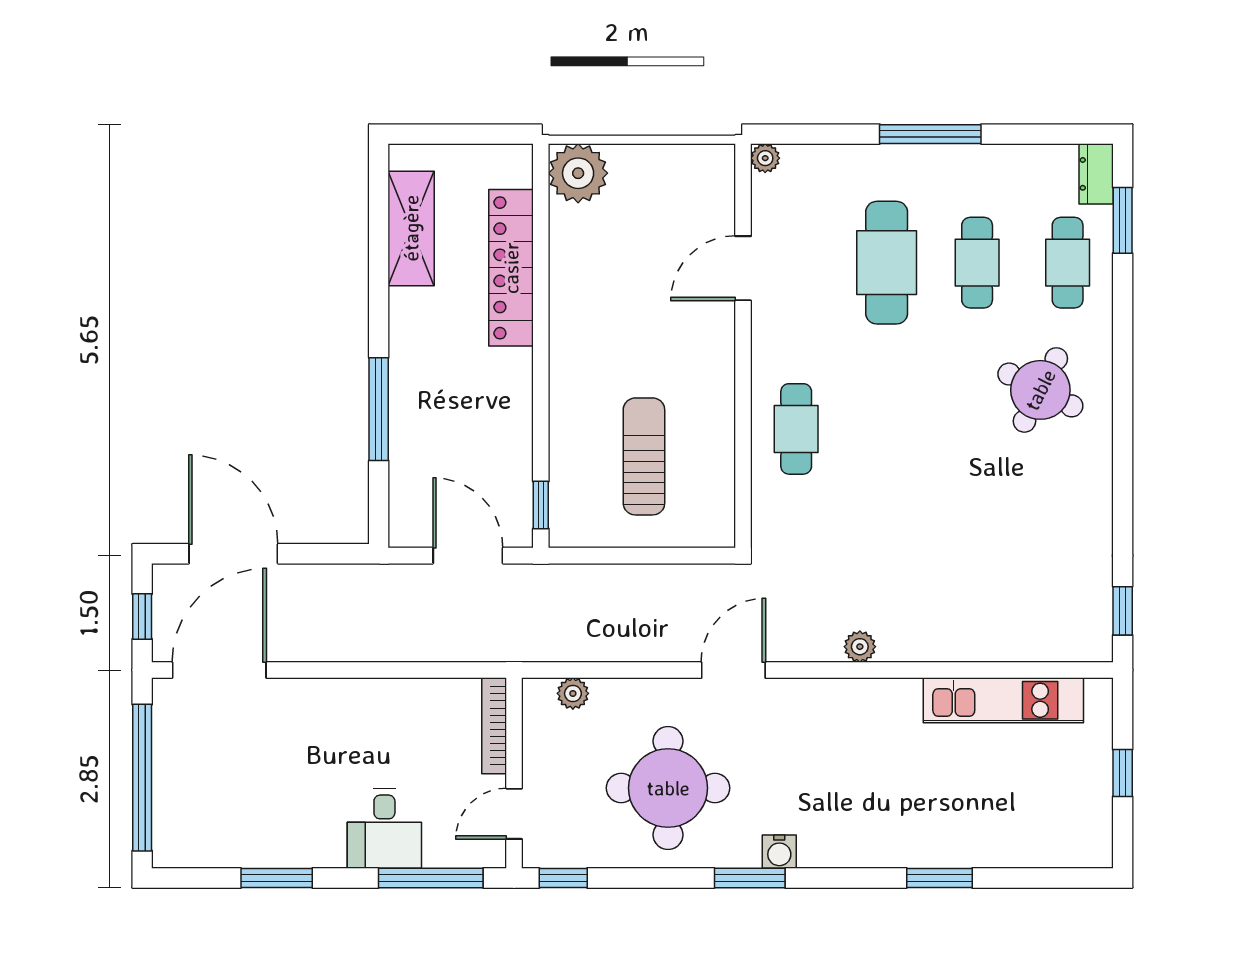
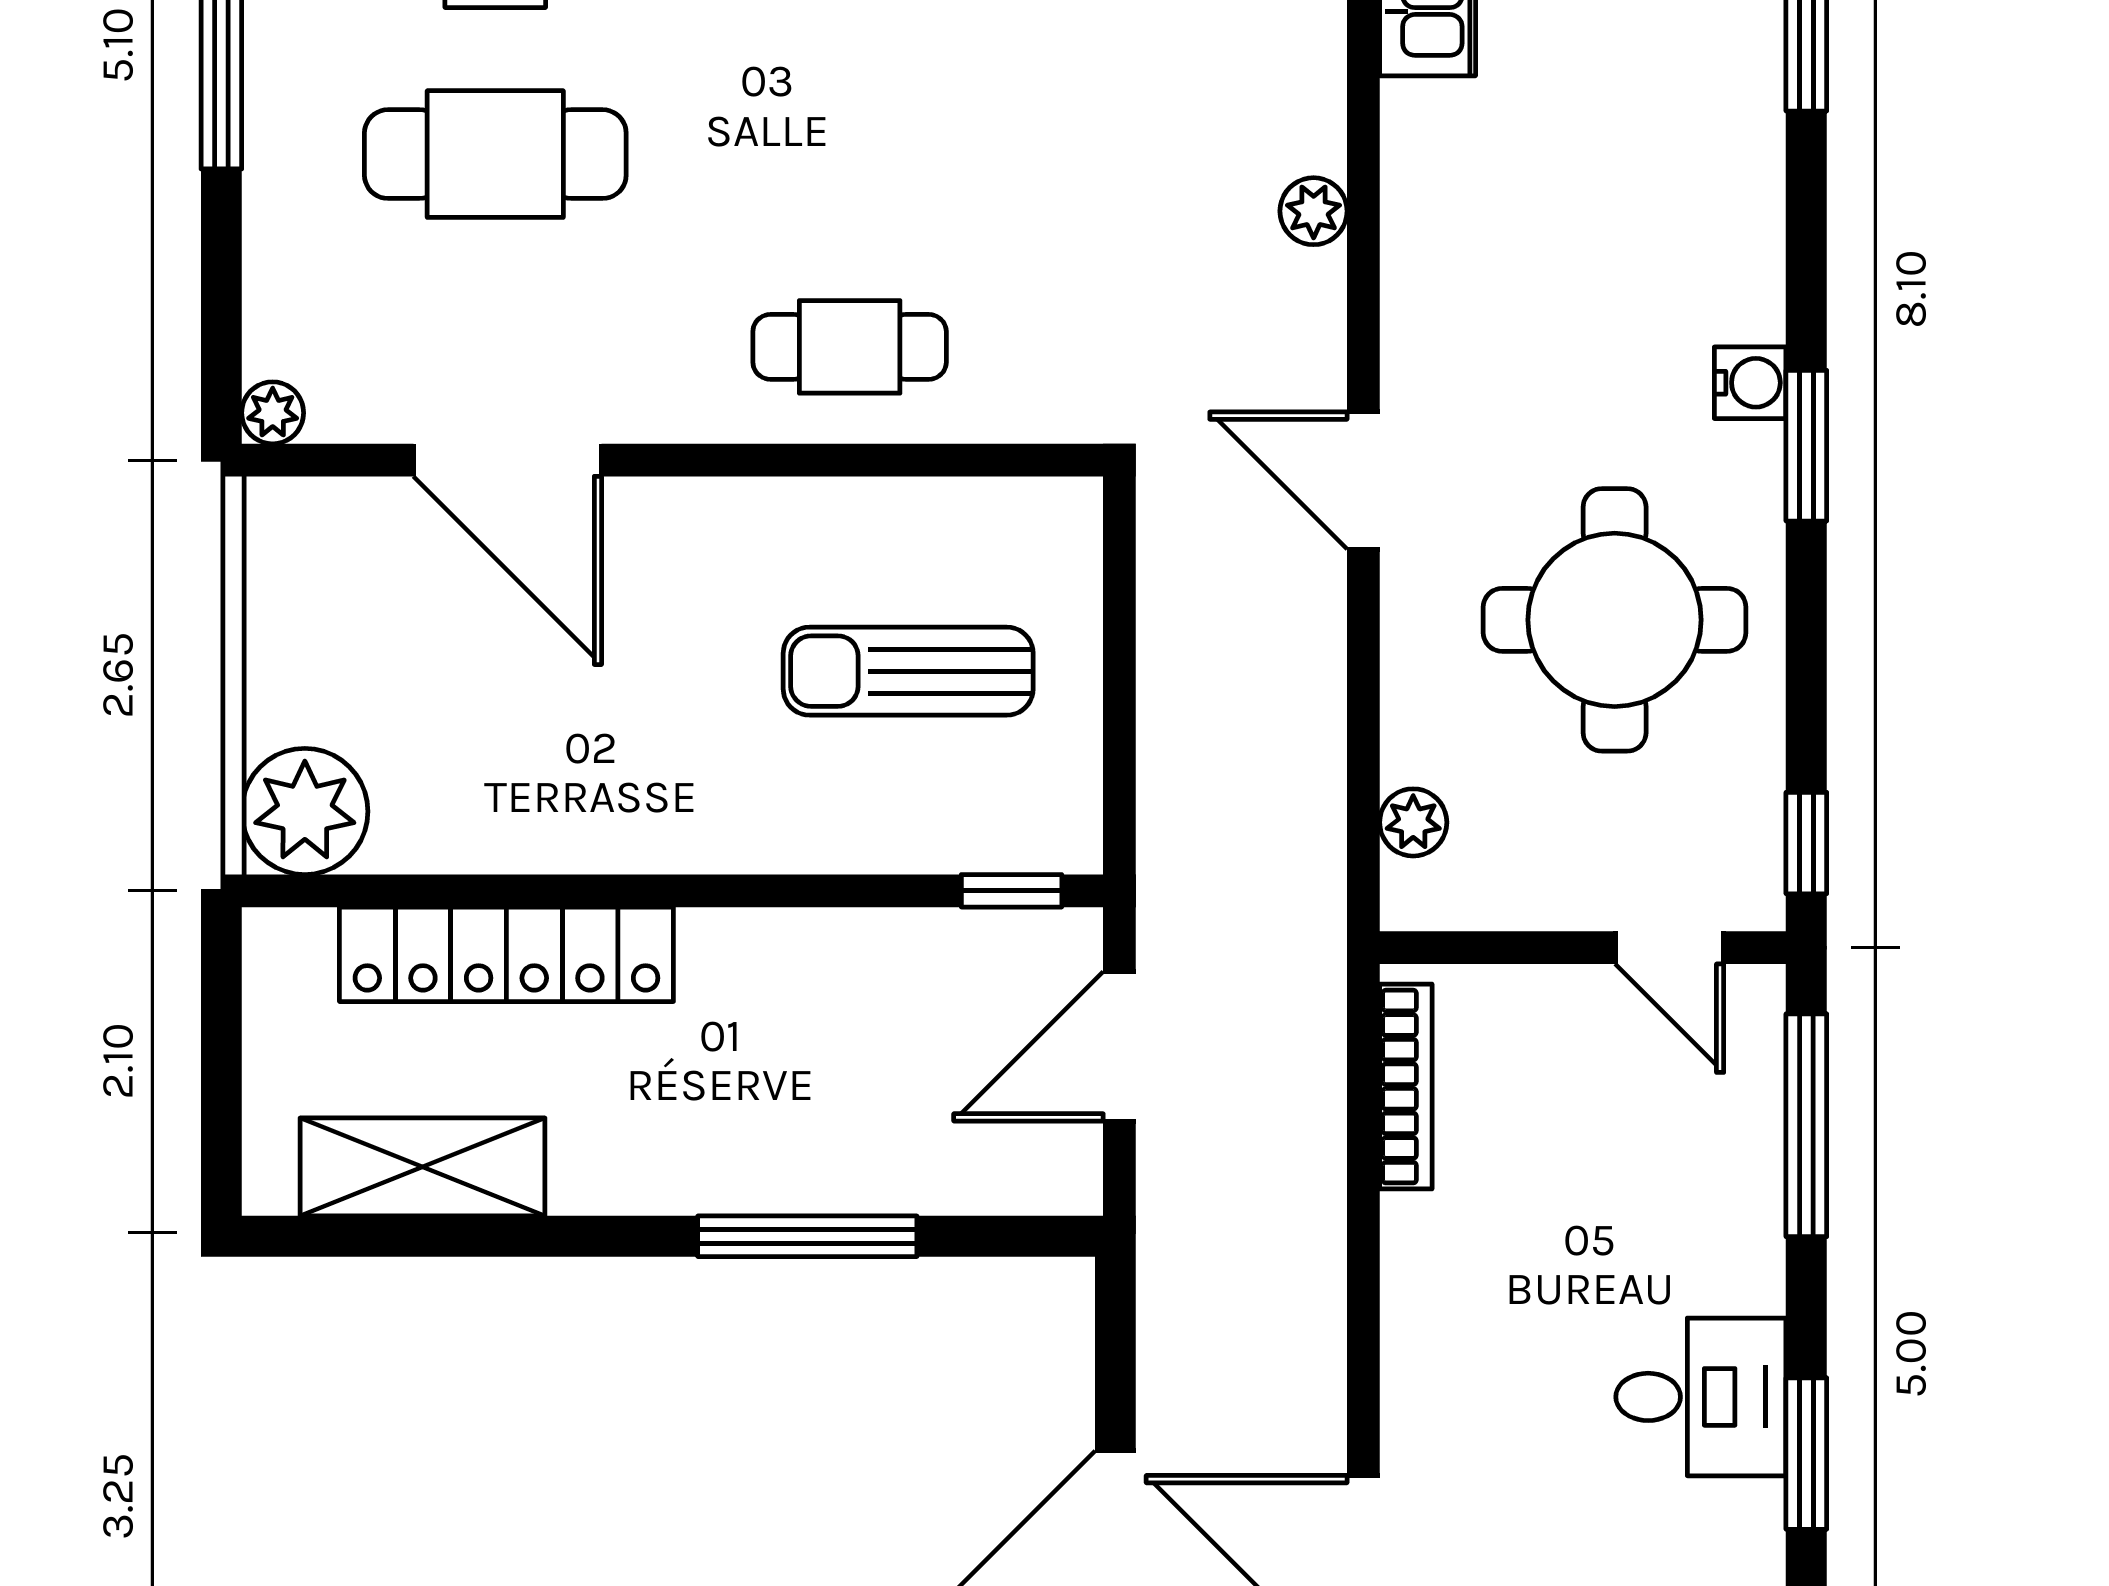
door: (743, 268) -> (507, 460), width x1.36
bookcase: (494, 726) -> (1406, 1087), moved, turned -90
desk: (384, 829) -> (1701, 1397), moved

